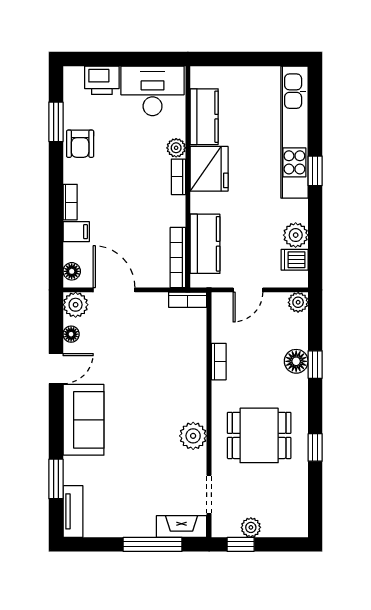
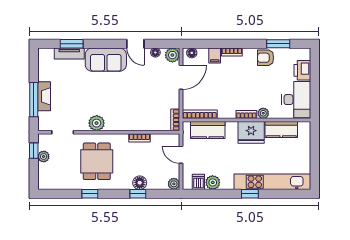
tv unit: (73, 511) -> (69, 54), moved
fireplace: (181, 526) -> (44, 96), moved

